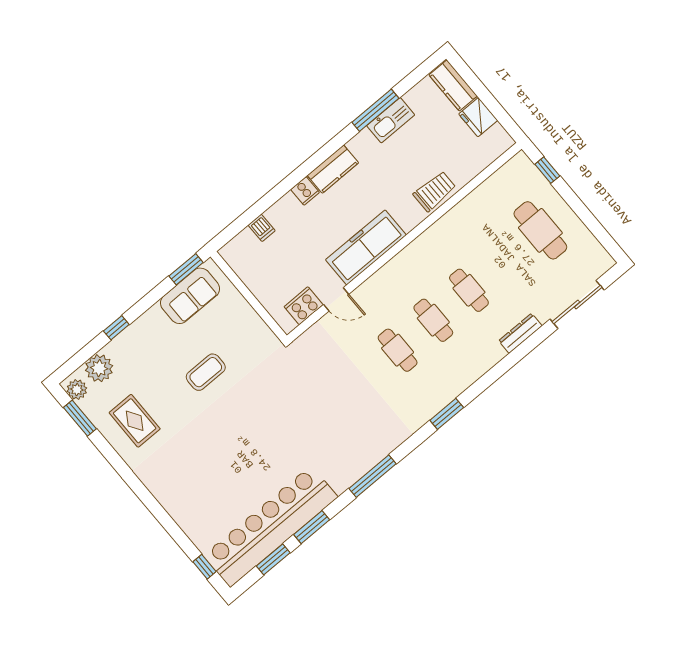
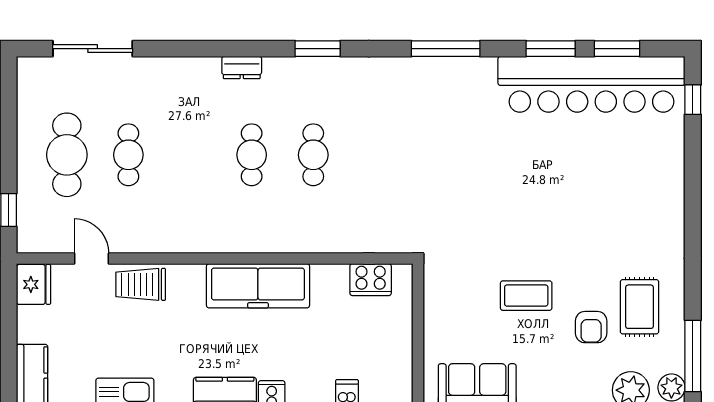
fridge: (478, 117) -> (34, 284), moved
cafe table: (469, 290) -> (128, 155), moved
door: (336, 299) -> (91, 258), moved
dresser: (520, 333) -> (242, 68), moved, width x0.70
armchair: (153, 385) -> (591, 327), added
window: (80, 418) -> (693, 356), width x1.44

